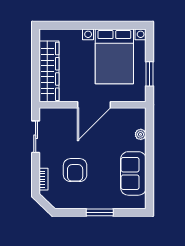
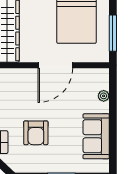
window: (150, 74) -> (113, 33), width x1.44

